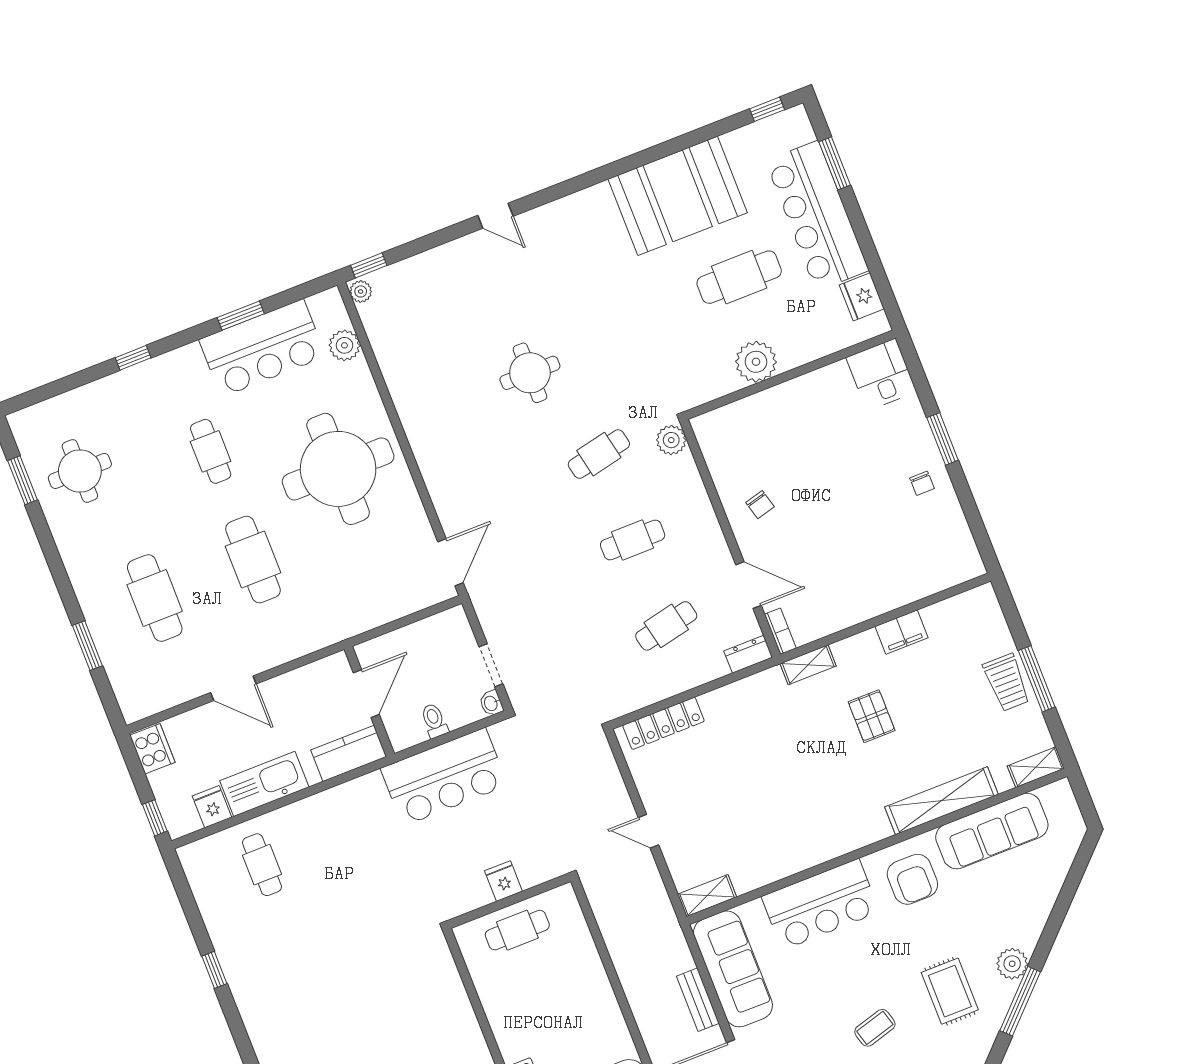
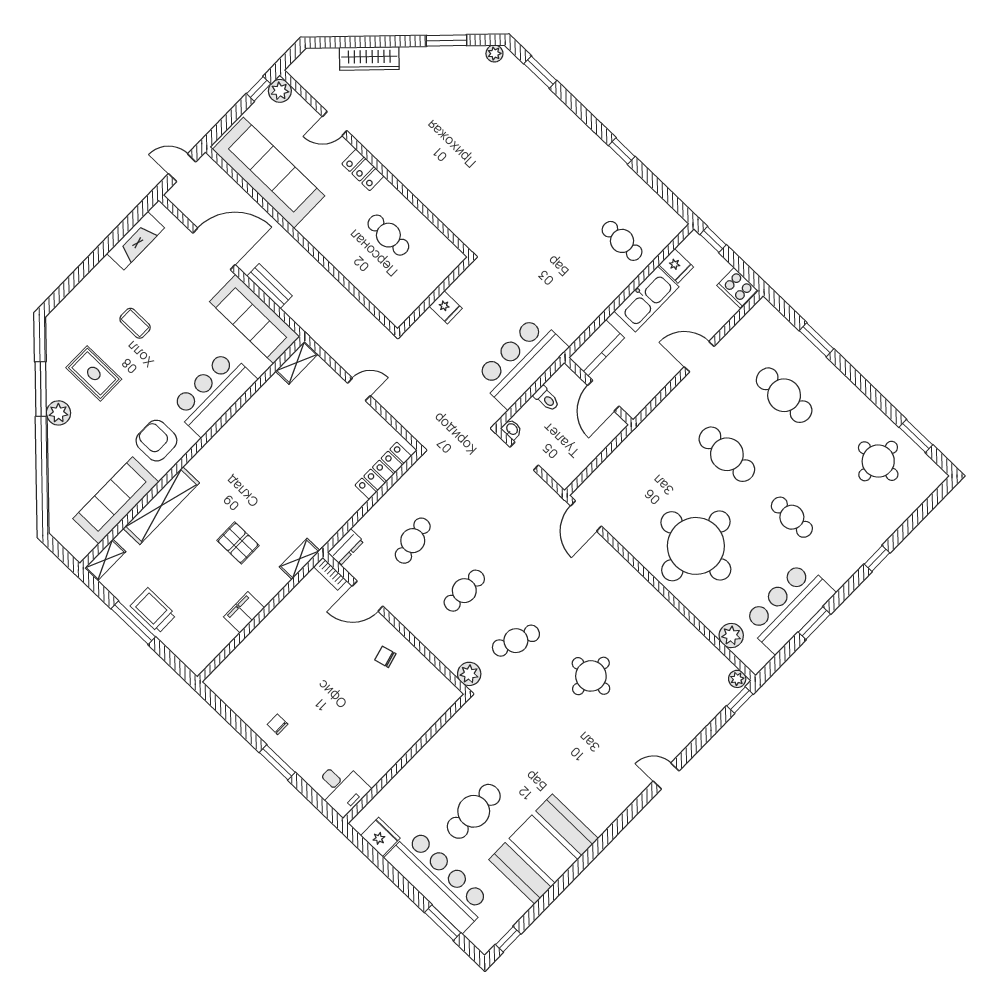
plant: (756, 362) -> (434, 757), removed
cafe table: (599, 454) -> (516, 641), turned 33
cafe table: (517, 930) -> (388, 235), moved, turned 90
coffee table: (875, 1028) -> (135, 323), turned -74

